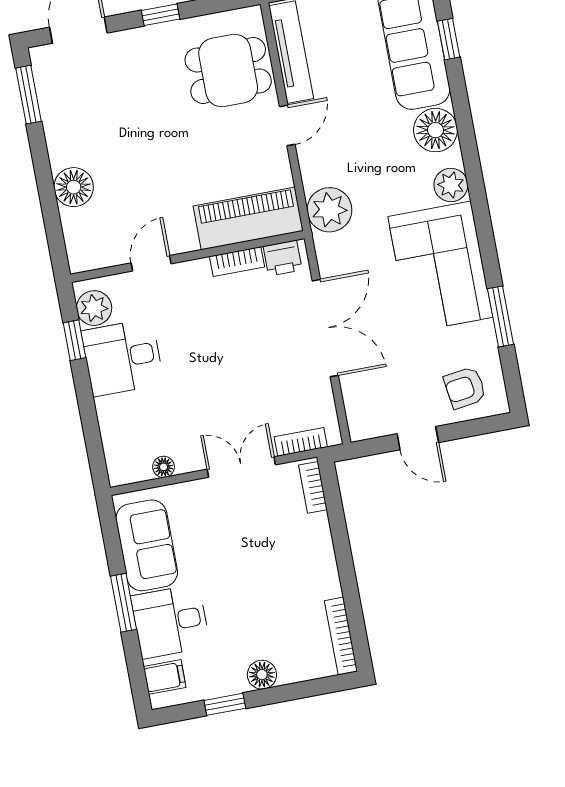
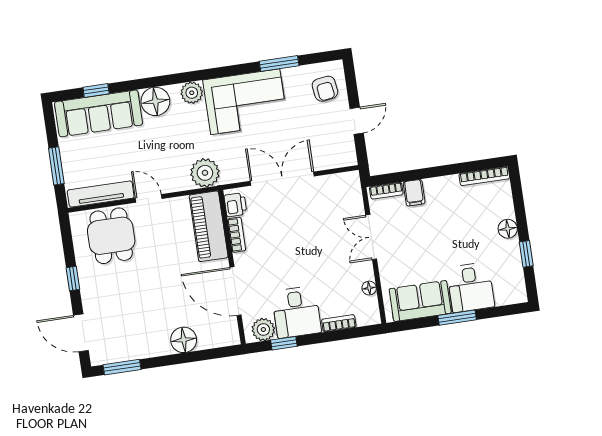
door: (151, 263) -> (235, 291), width x1.88
bookcase: (301, 442) -> (339, 323), moved, turned 90
filing cabinet: (165, 677) -> (414, 193), moved, turned 180

